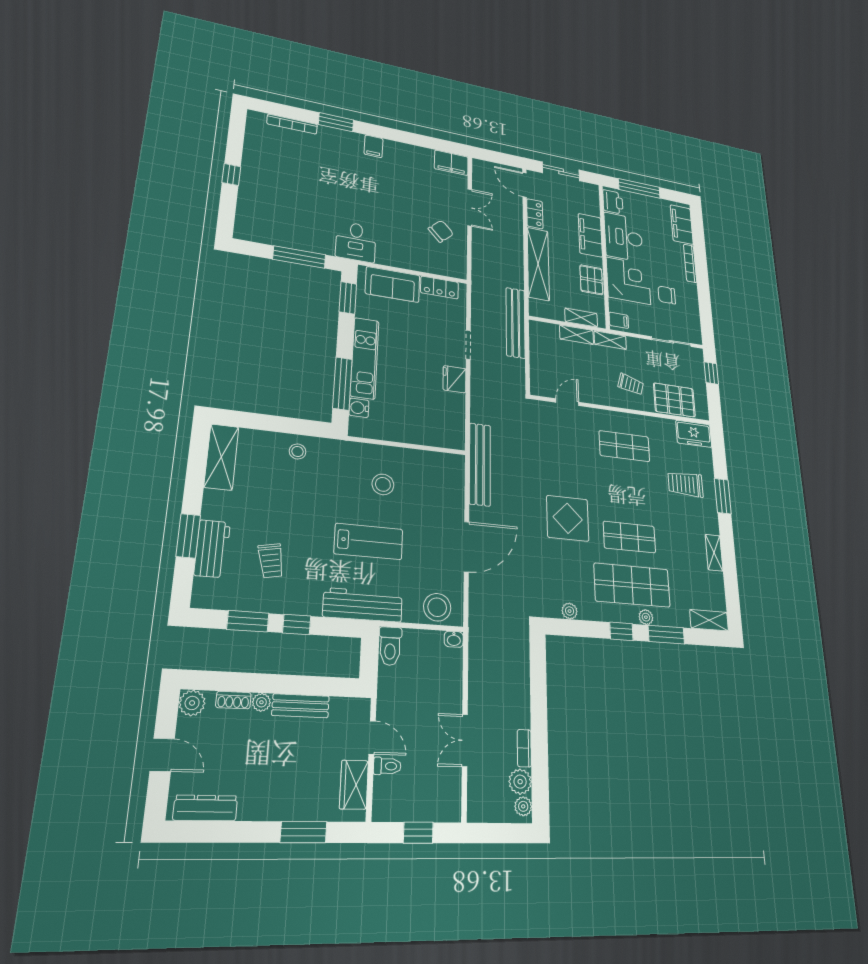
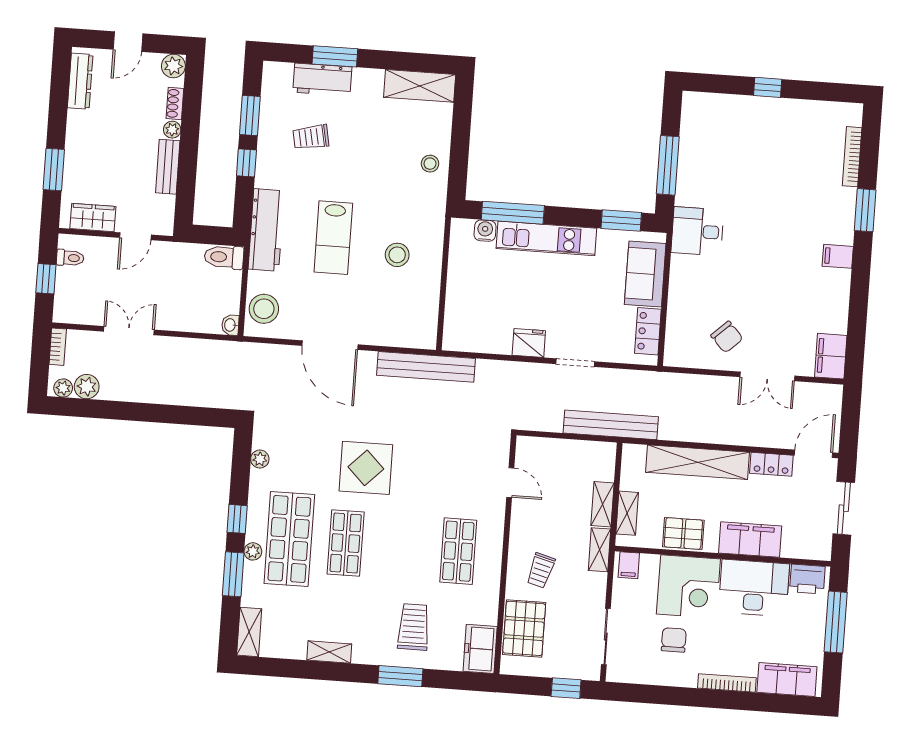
bookcase: (524, 748) -> (58, 347), moved, turned 90
toilet: (387, 766) -> (70, 258), moved, turned -90

